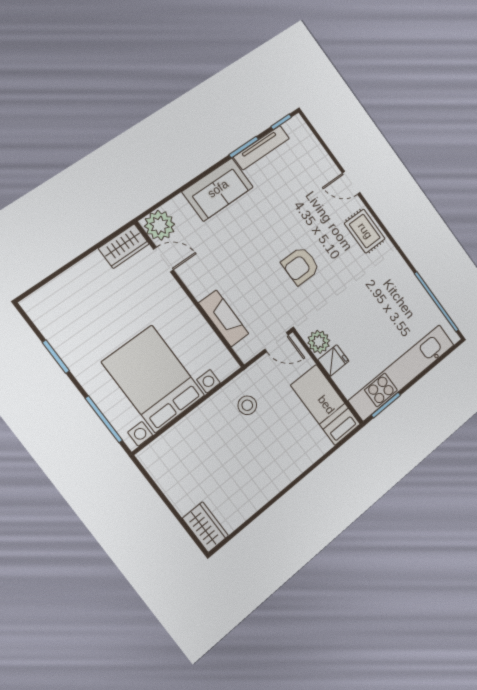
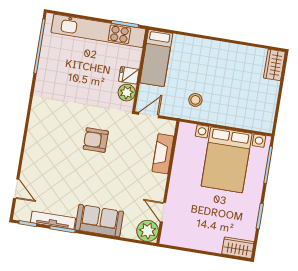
door: (351, 183) -> (16, 189), moved
rug: (365, 231) -> (41, 123), removed
wardrobe: (124, 246) -> (238, 248), moved
armchair: (301, 266) -> (96, 140), turned 180
door: (277, 342) -> (149, 115), hinge flipped

